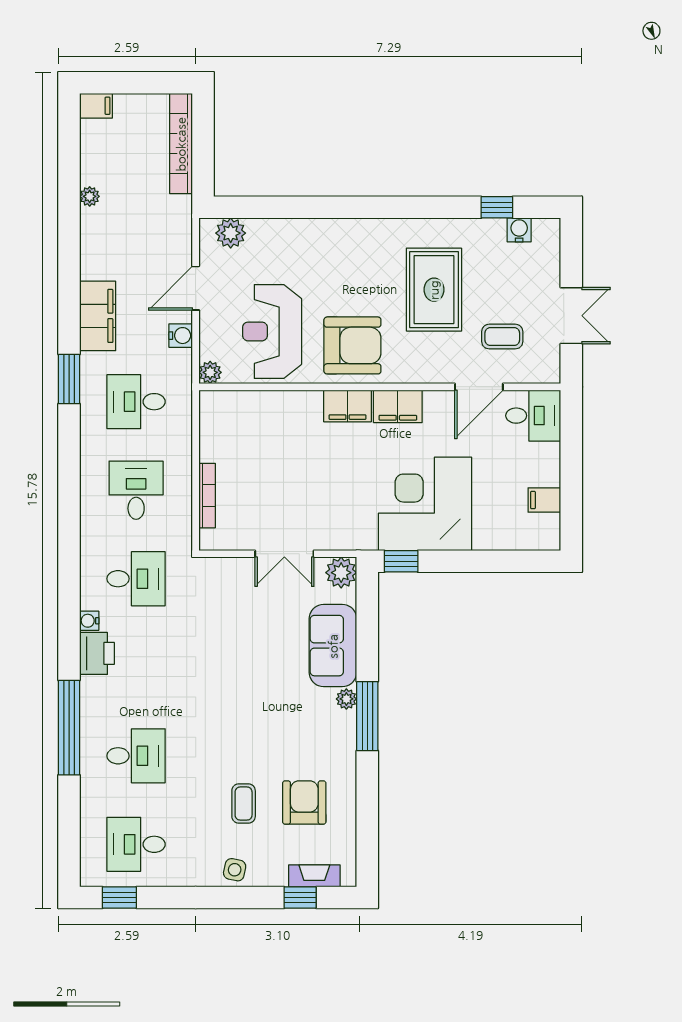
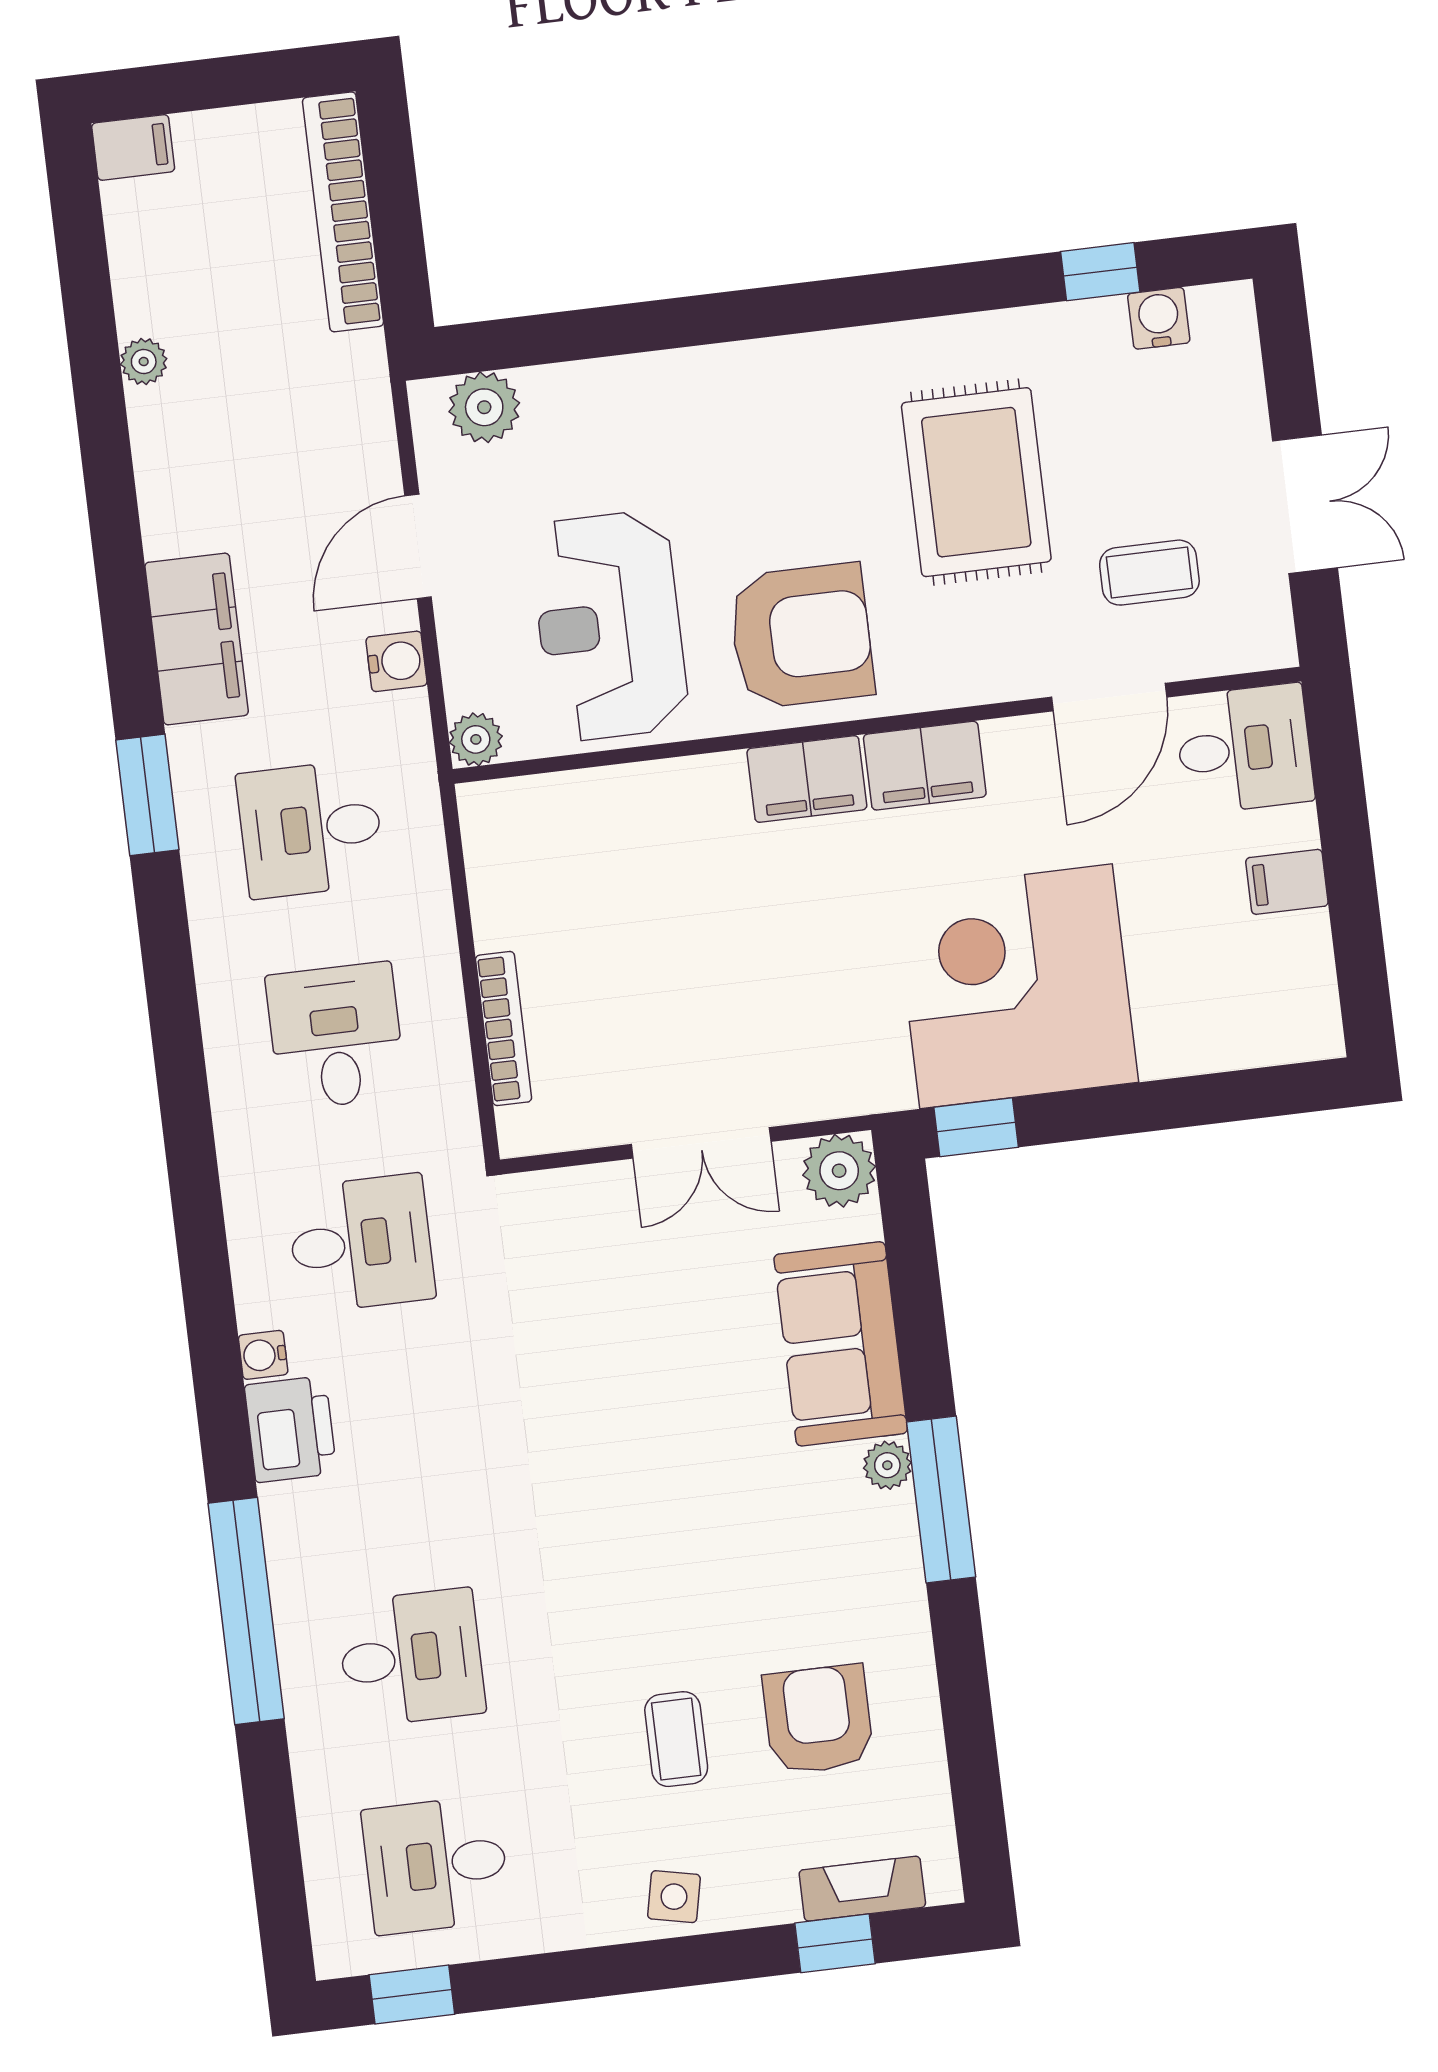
filing cabinet: (544, 500) -> (1287, 882), moved

